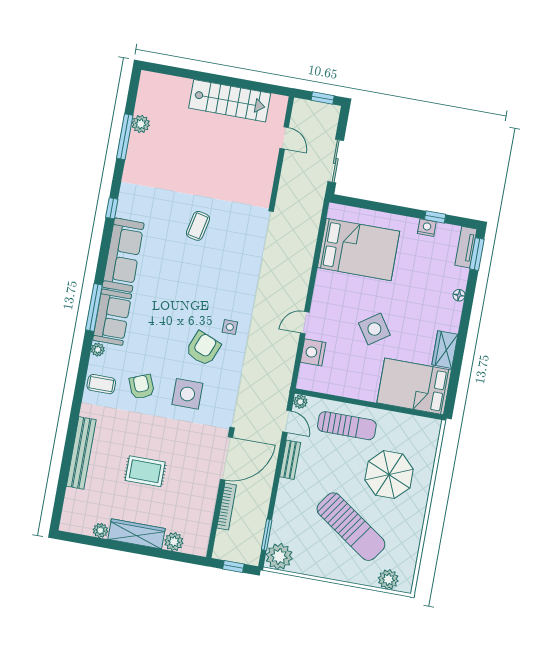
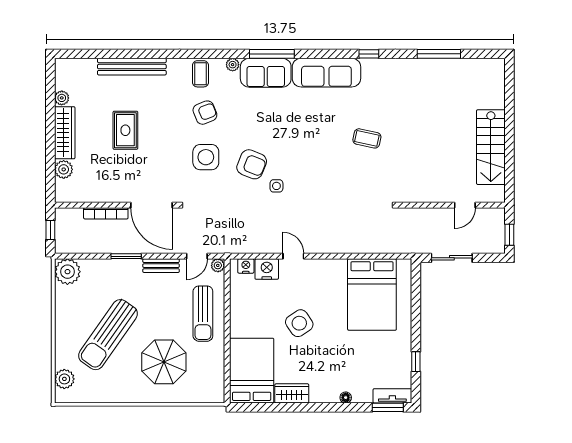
plant: (141, 124) -> (454, 67), removed
nightstand: (427, 228) -> (246, 266), moved, turned -90
window: (267, 535) -> (126, 256), moved

